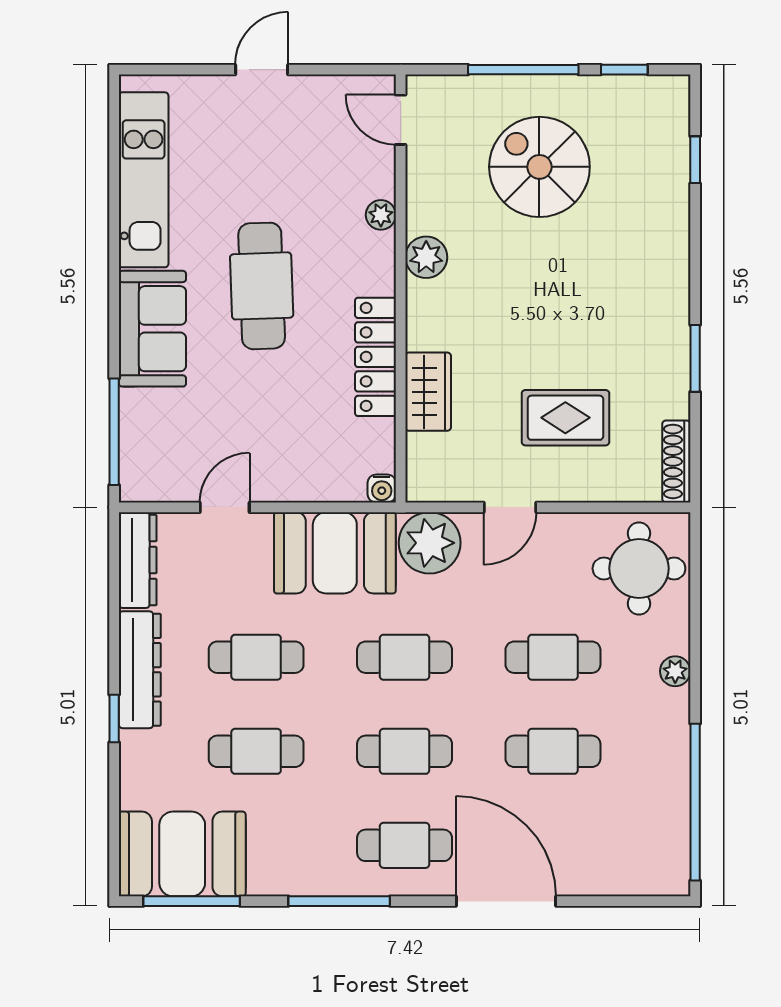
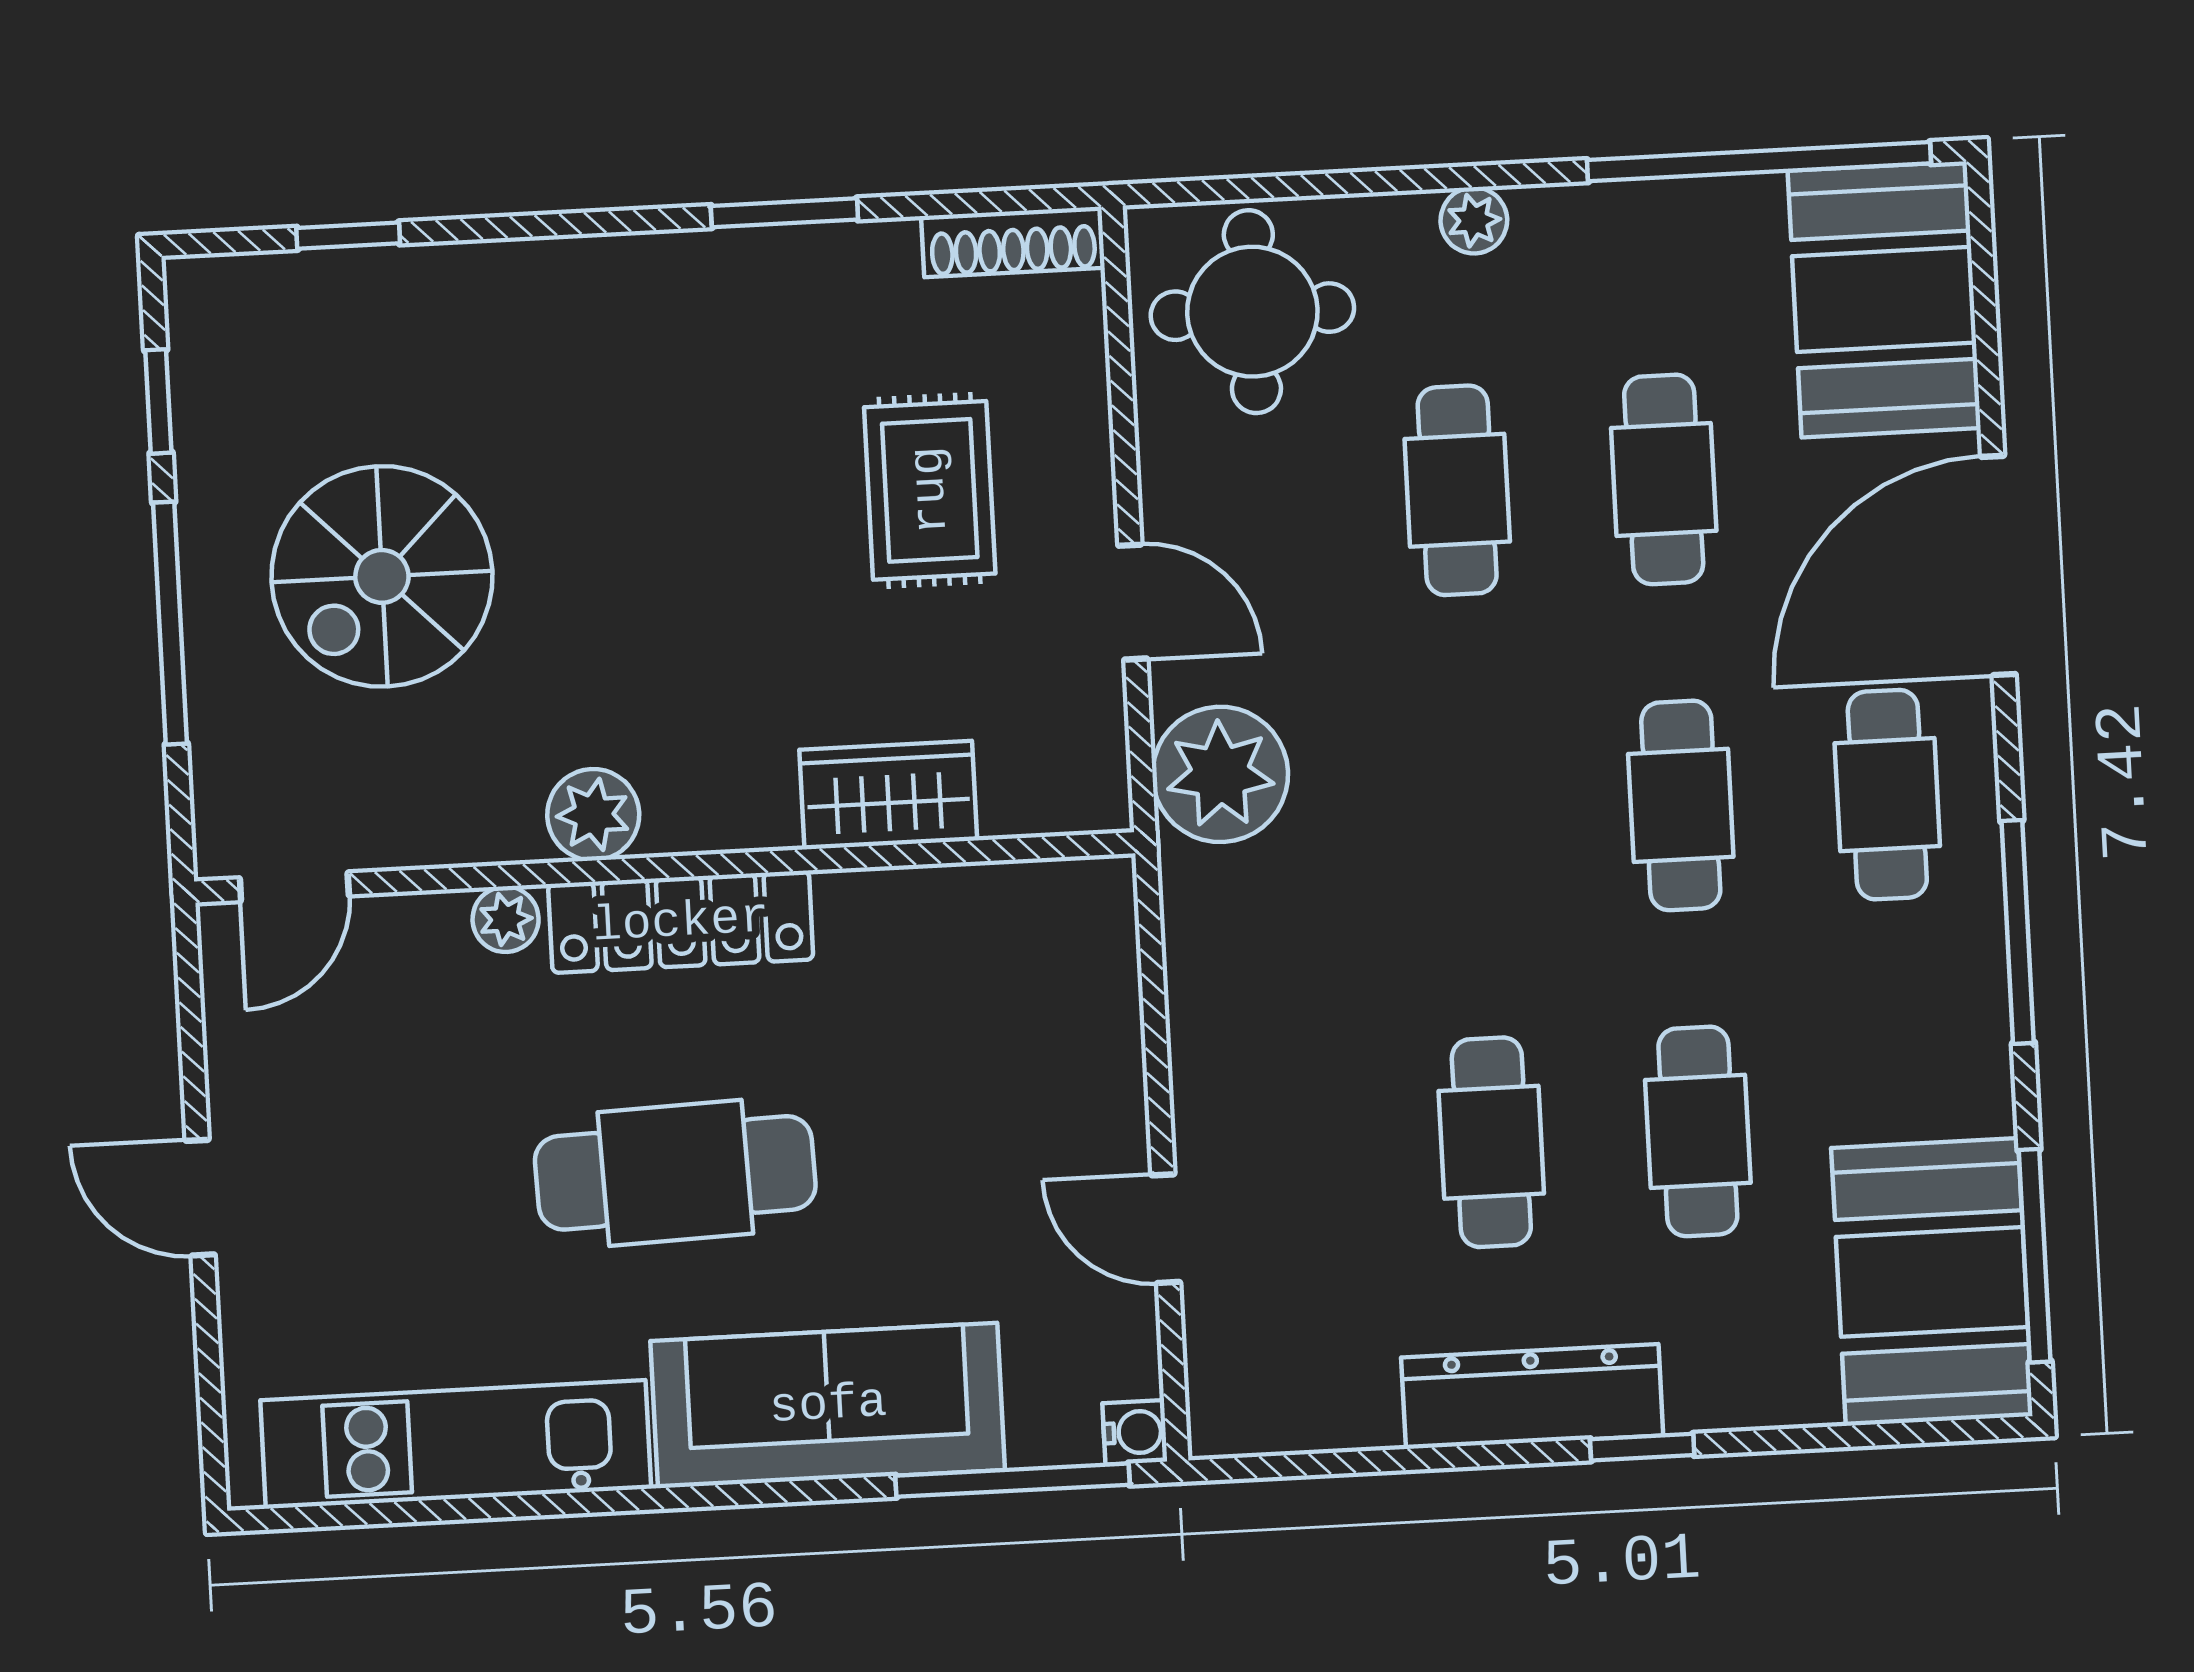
sofa: (152, 329) -> (828, 1405), width x1.36
locker: (376, 357) -> (681, 922), moved
water cooler: (382, 488) -> (1135, 1432), moved
booth: (335, 553) -> (1884, 299), moved
dresser: (138, 560) -> (1292, 1414), removed
cafe table: (405, 657) -> (1474, 816), removed

